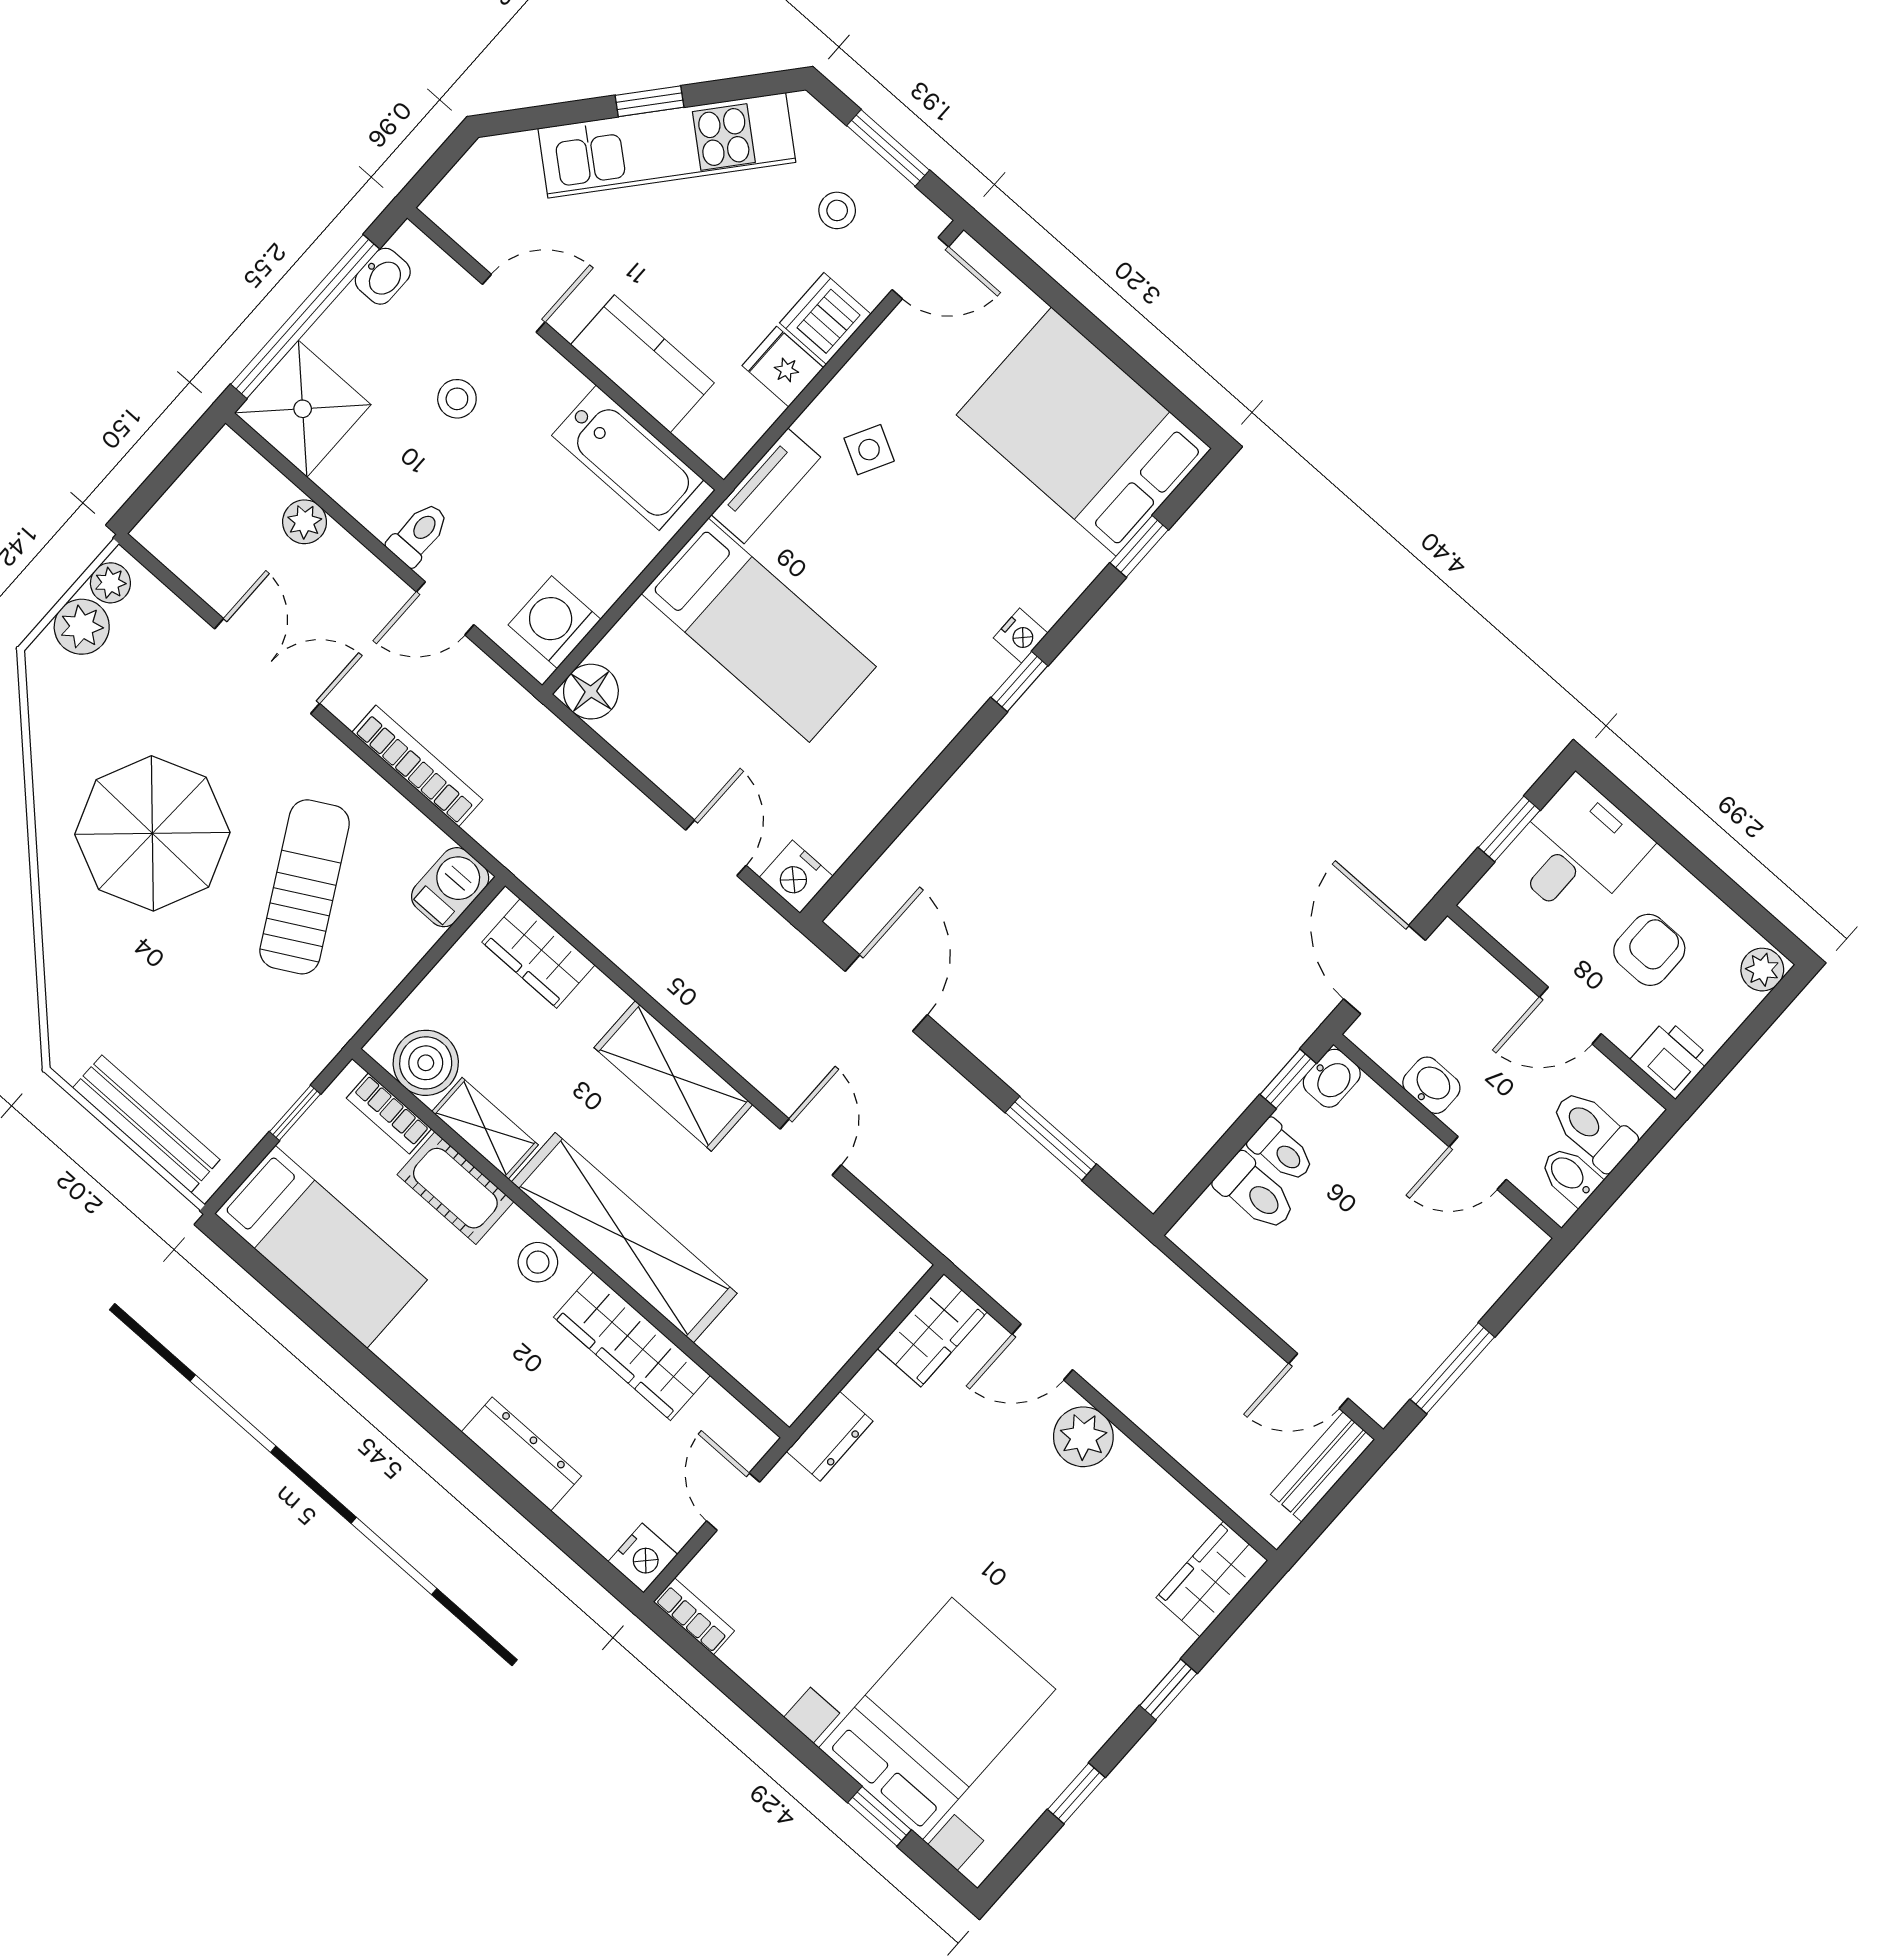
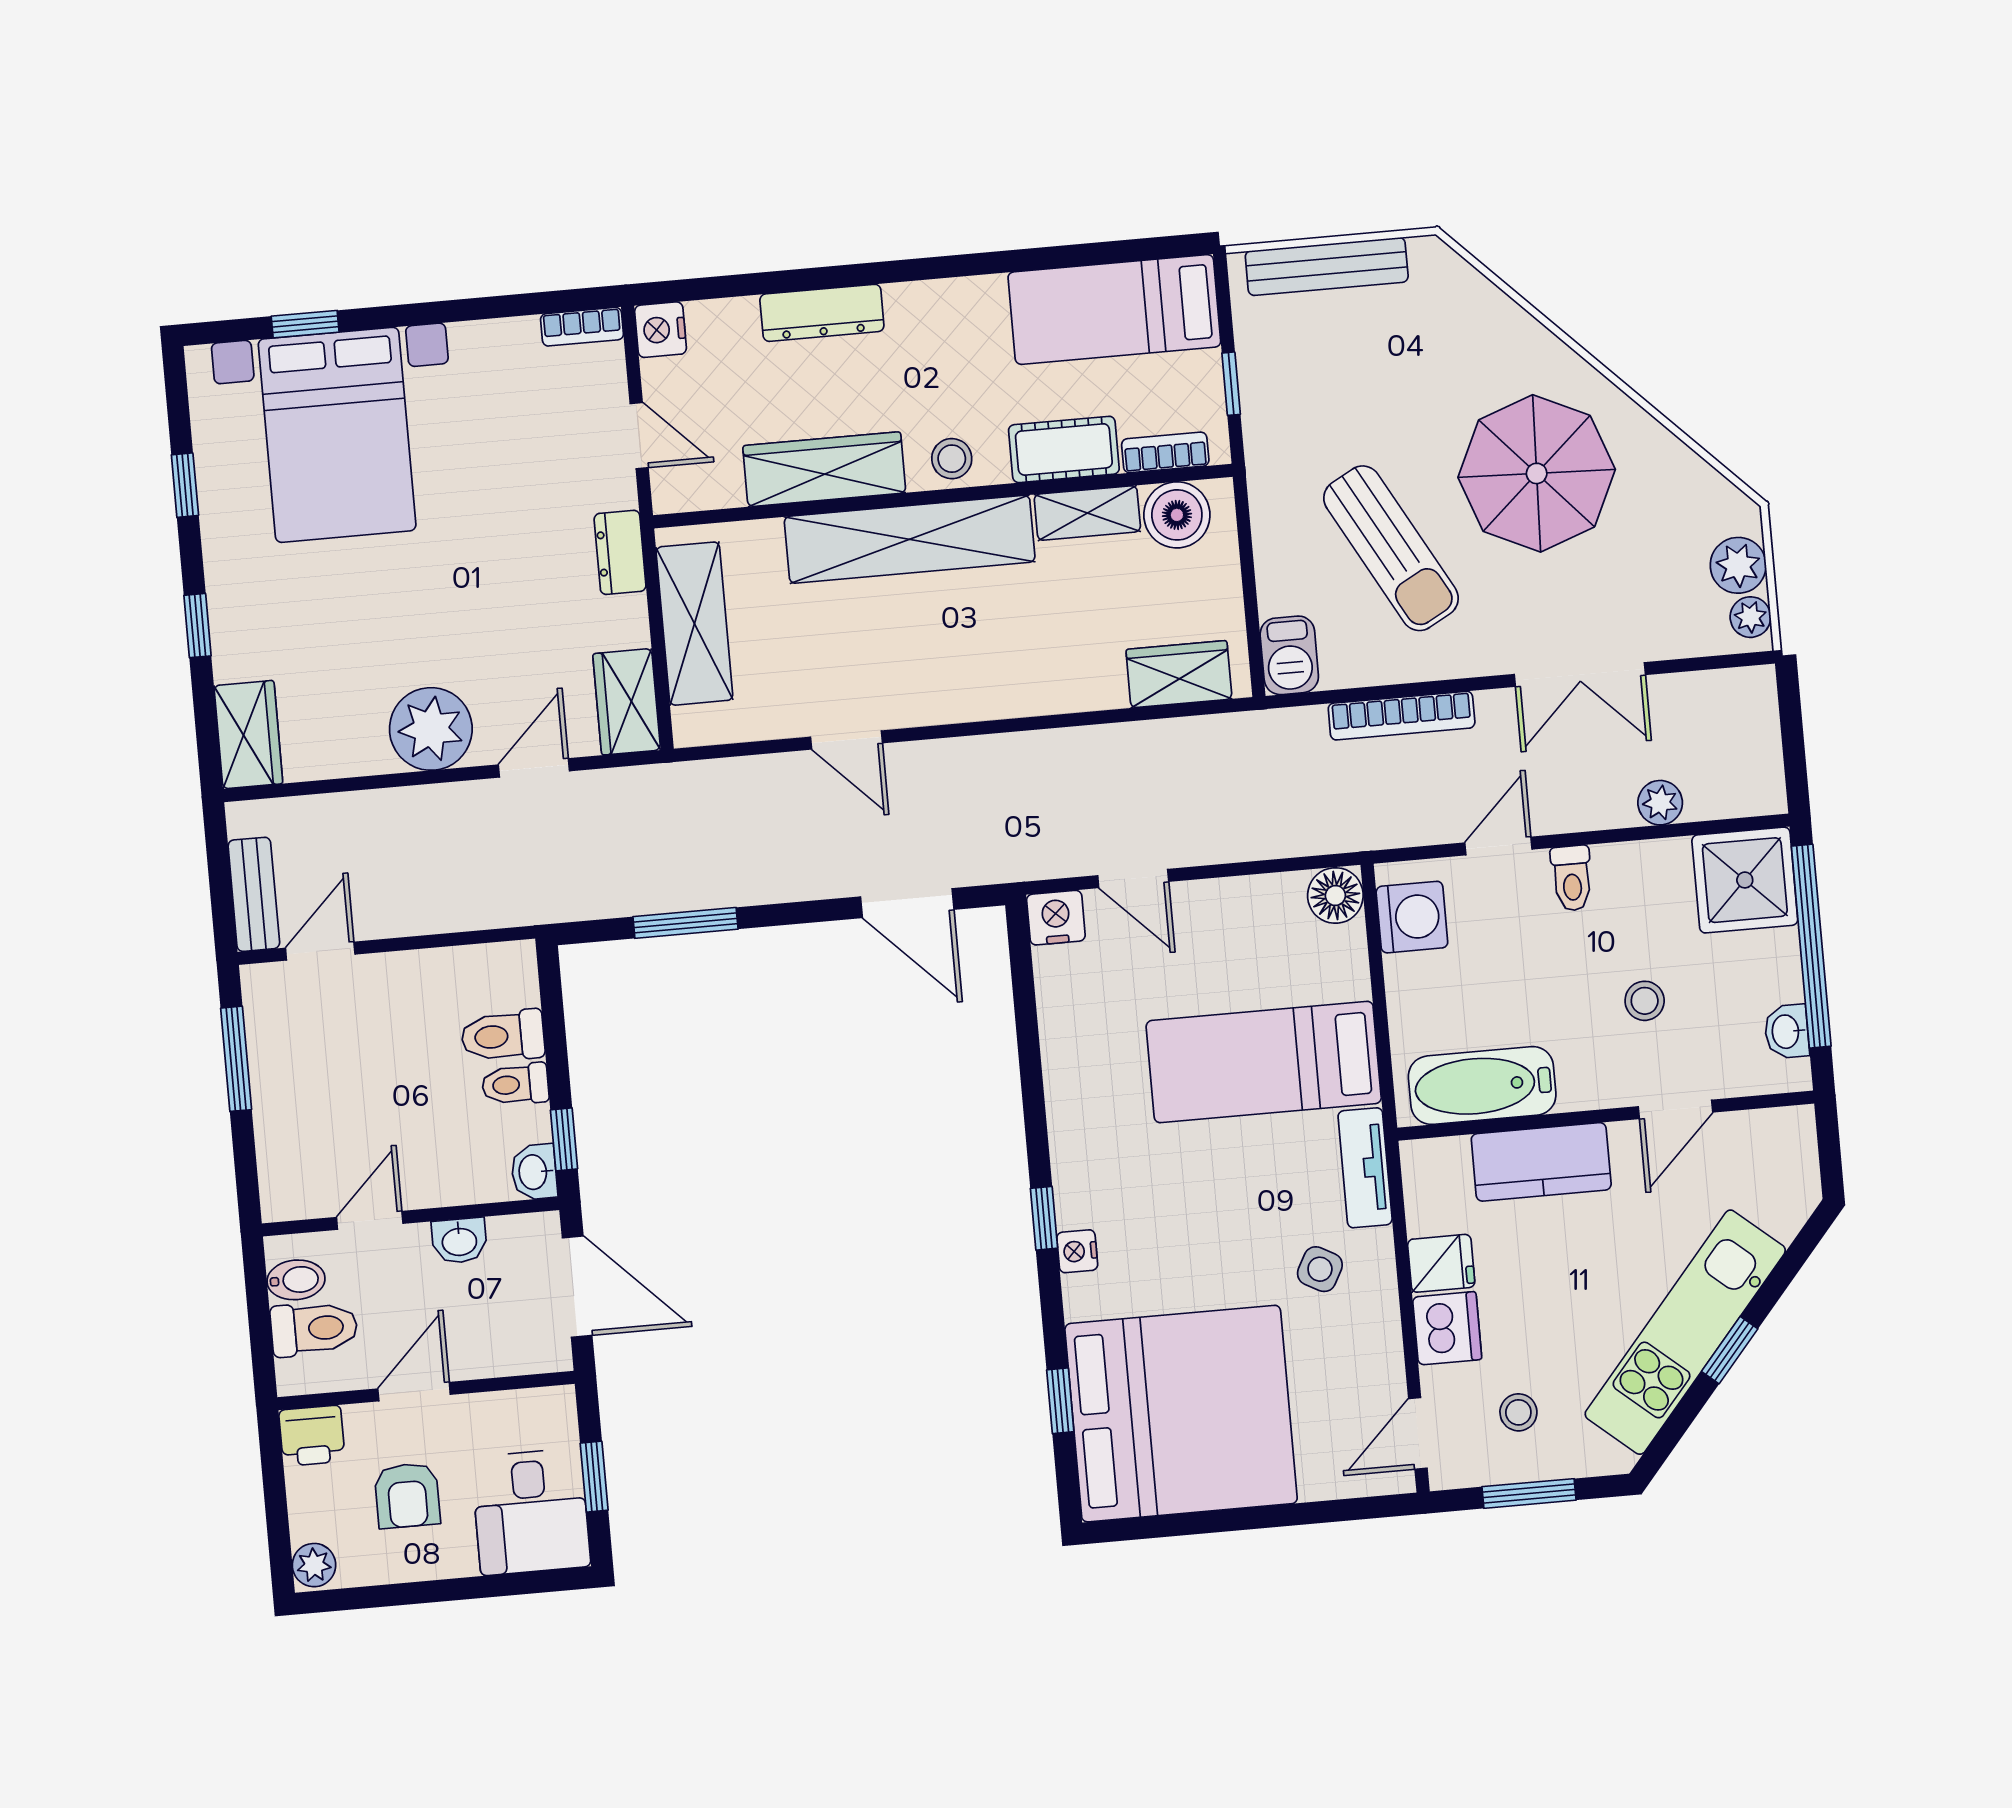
bed: (1084, 432) -> (1181, 1414), width x1.36
shelving: (673, 1076) -> (694, 624), moved, turned 90
plant: (1083, 1437) -> (431, 729), width x1.36, depth x1.36

